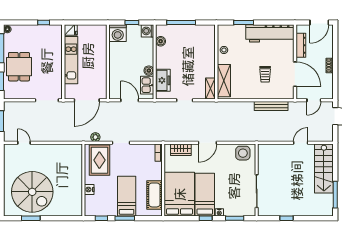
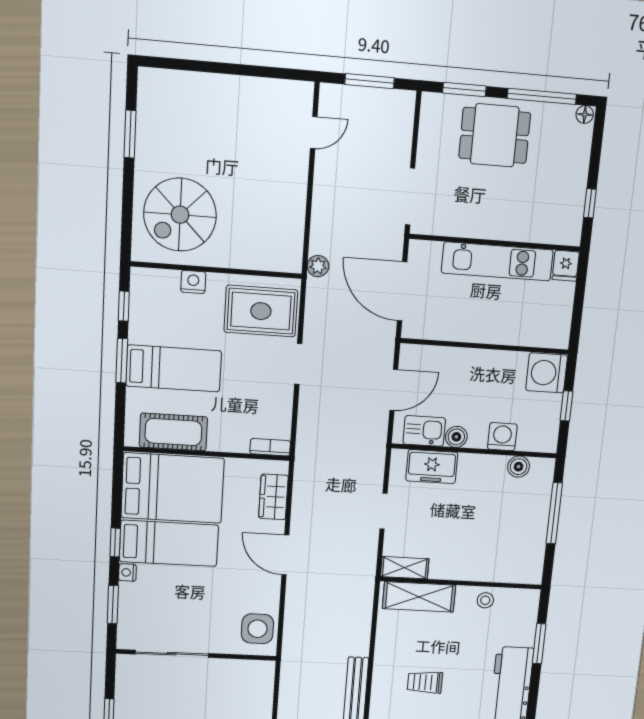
washing machine: (147, 31) -> (502, 437), moved
plant: (95, 137) -> (318, 266), moved
spiral stairs: (32, 192) -> (180, 215), moved, width x0.73, depth x0.73

